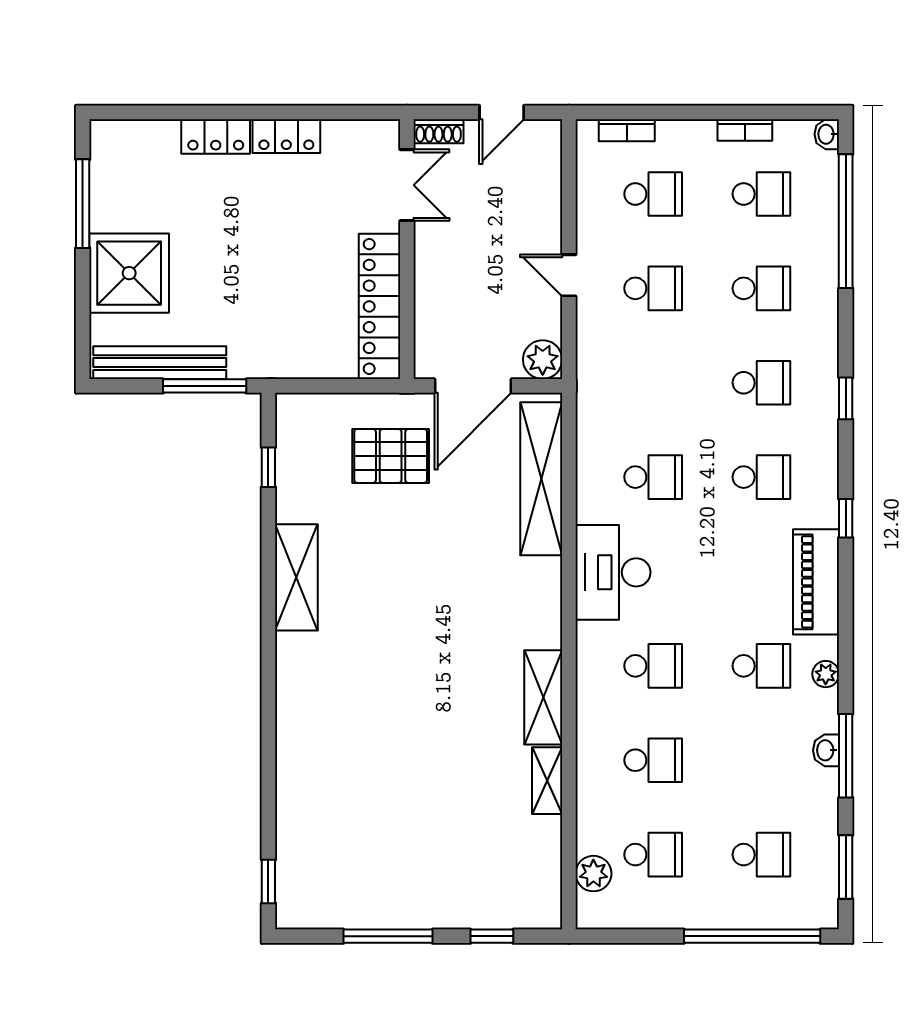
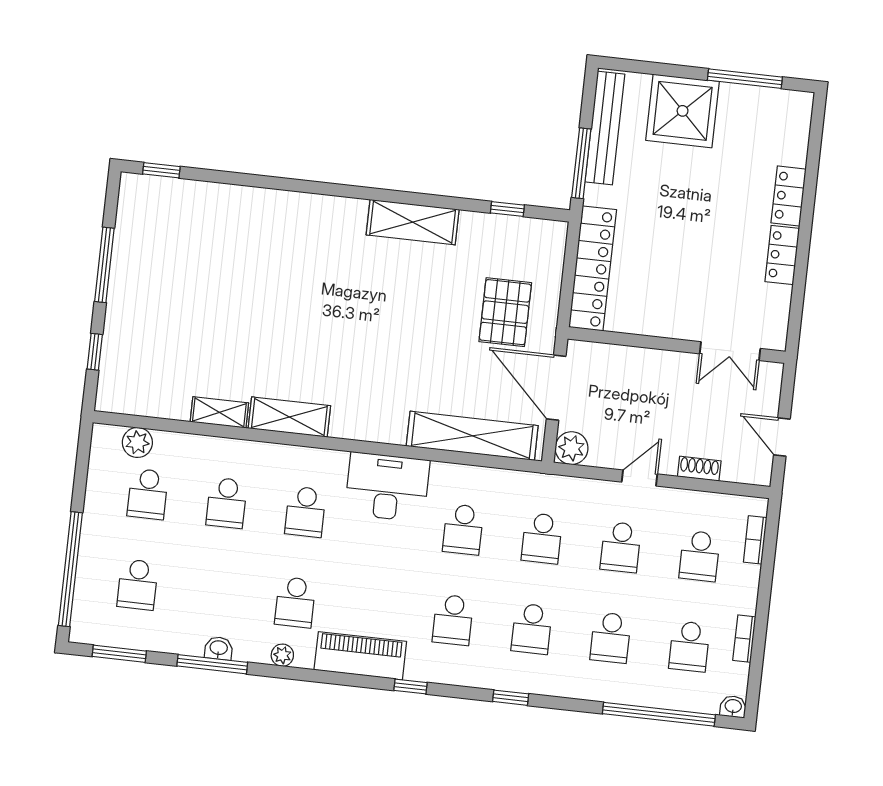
shoe rack: (439, 131) -> (699, 469), moved, turned 90
locker: (379, 306) -> (593, 268), moved, turned 90
school desk: (653, 383) -> (542, 538), added

